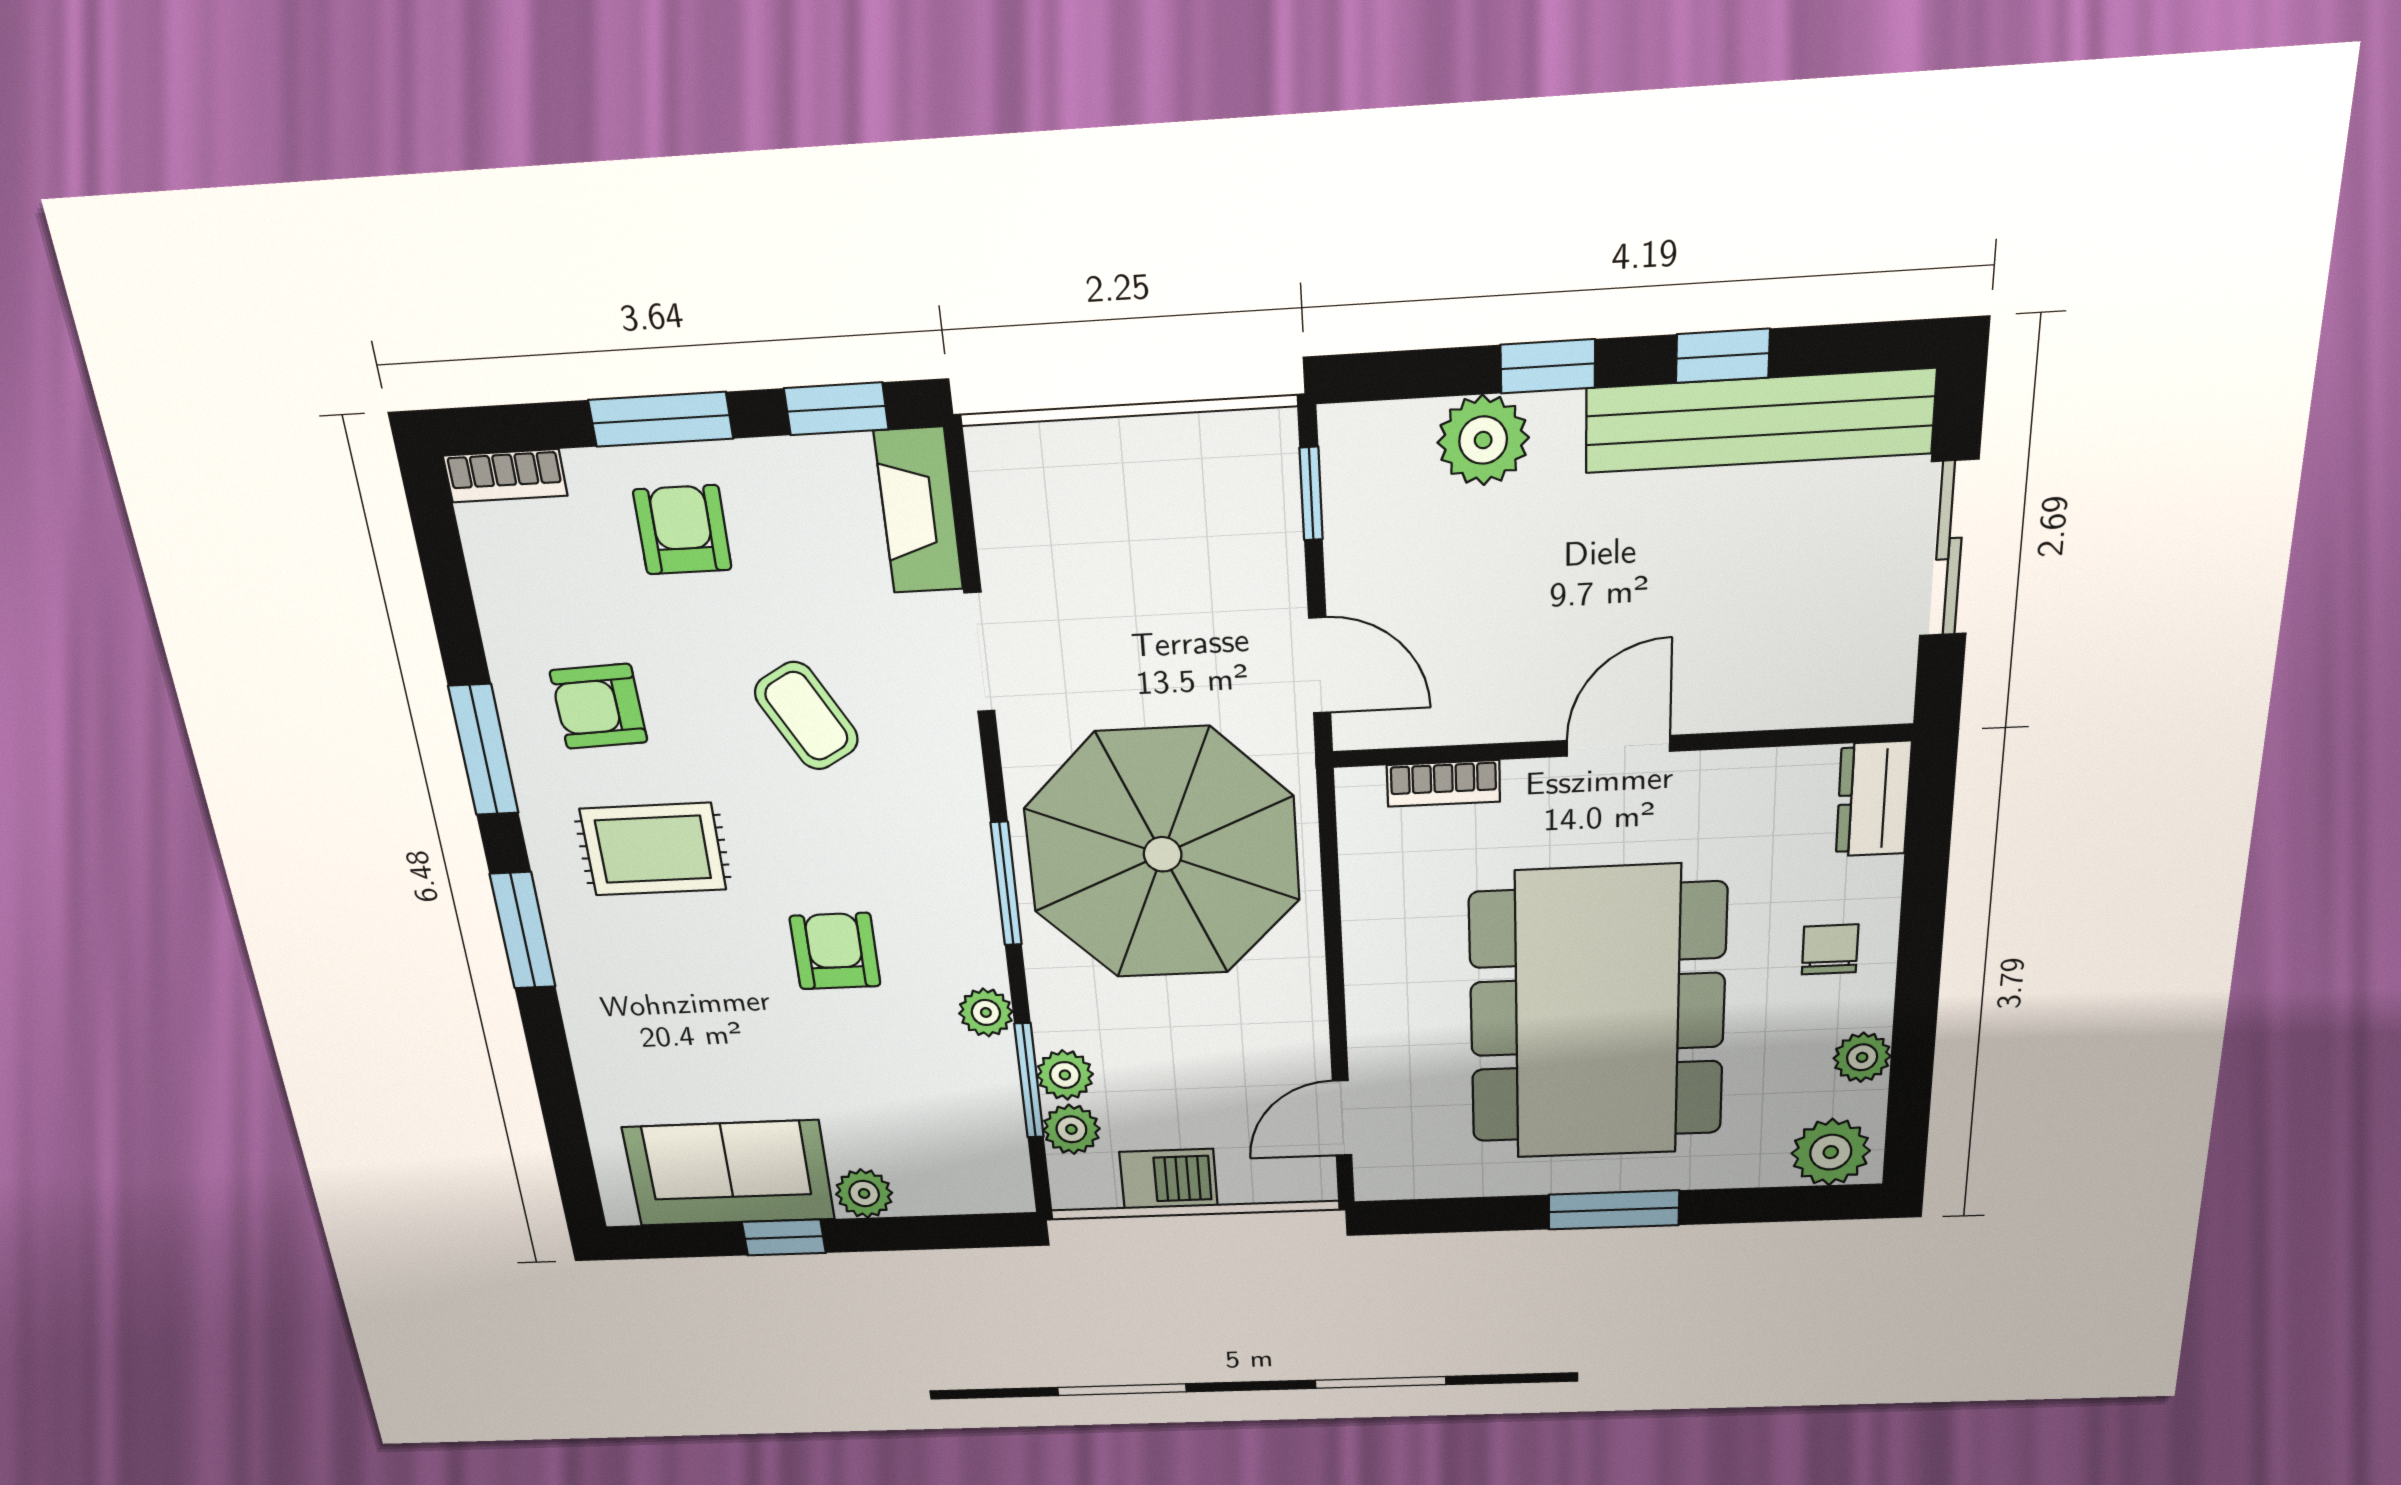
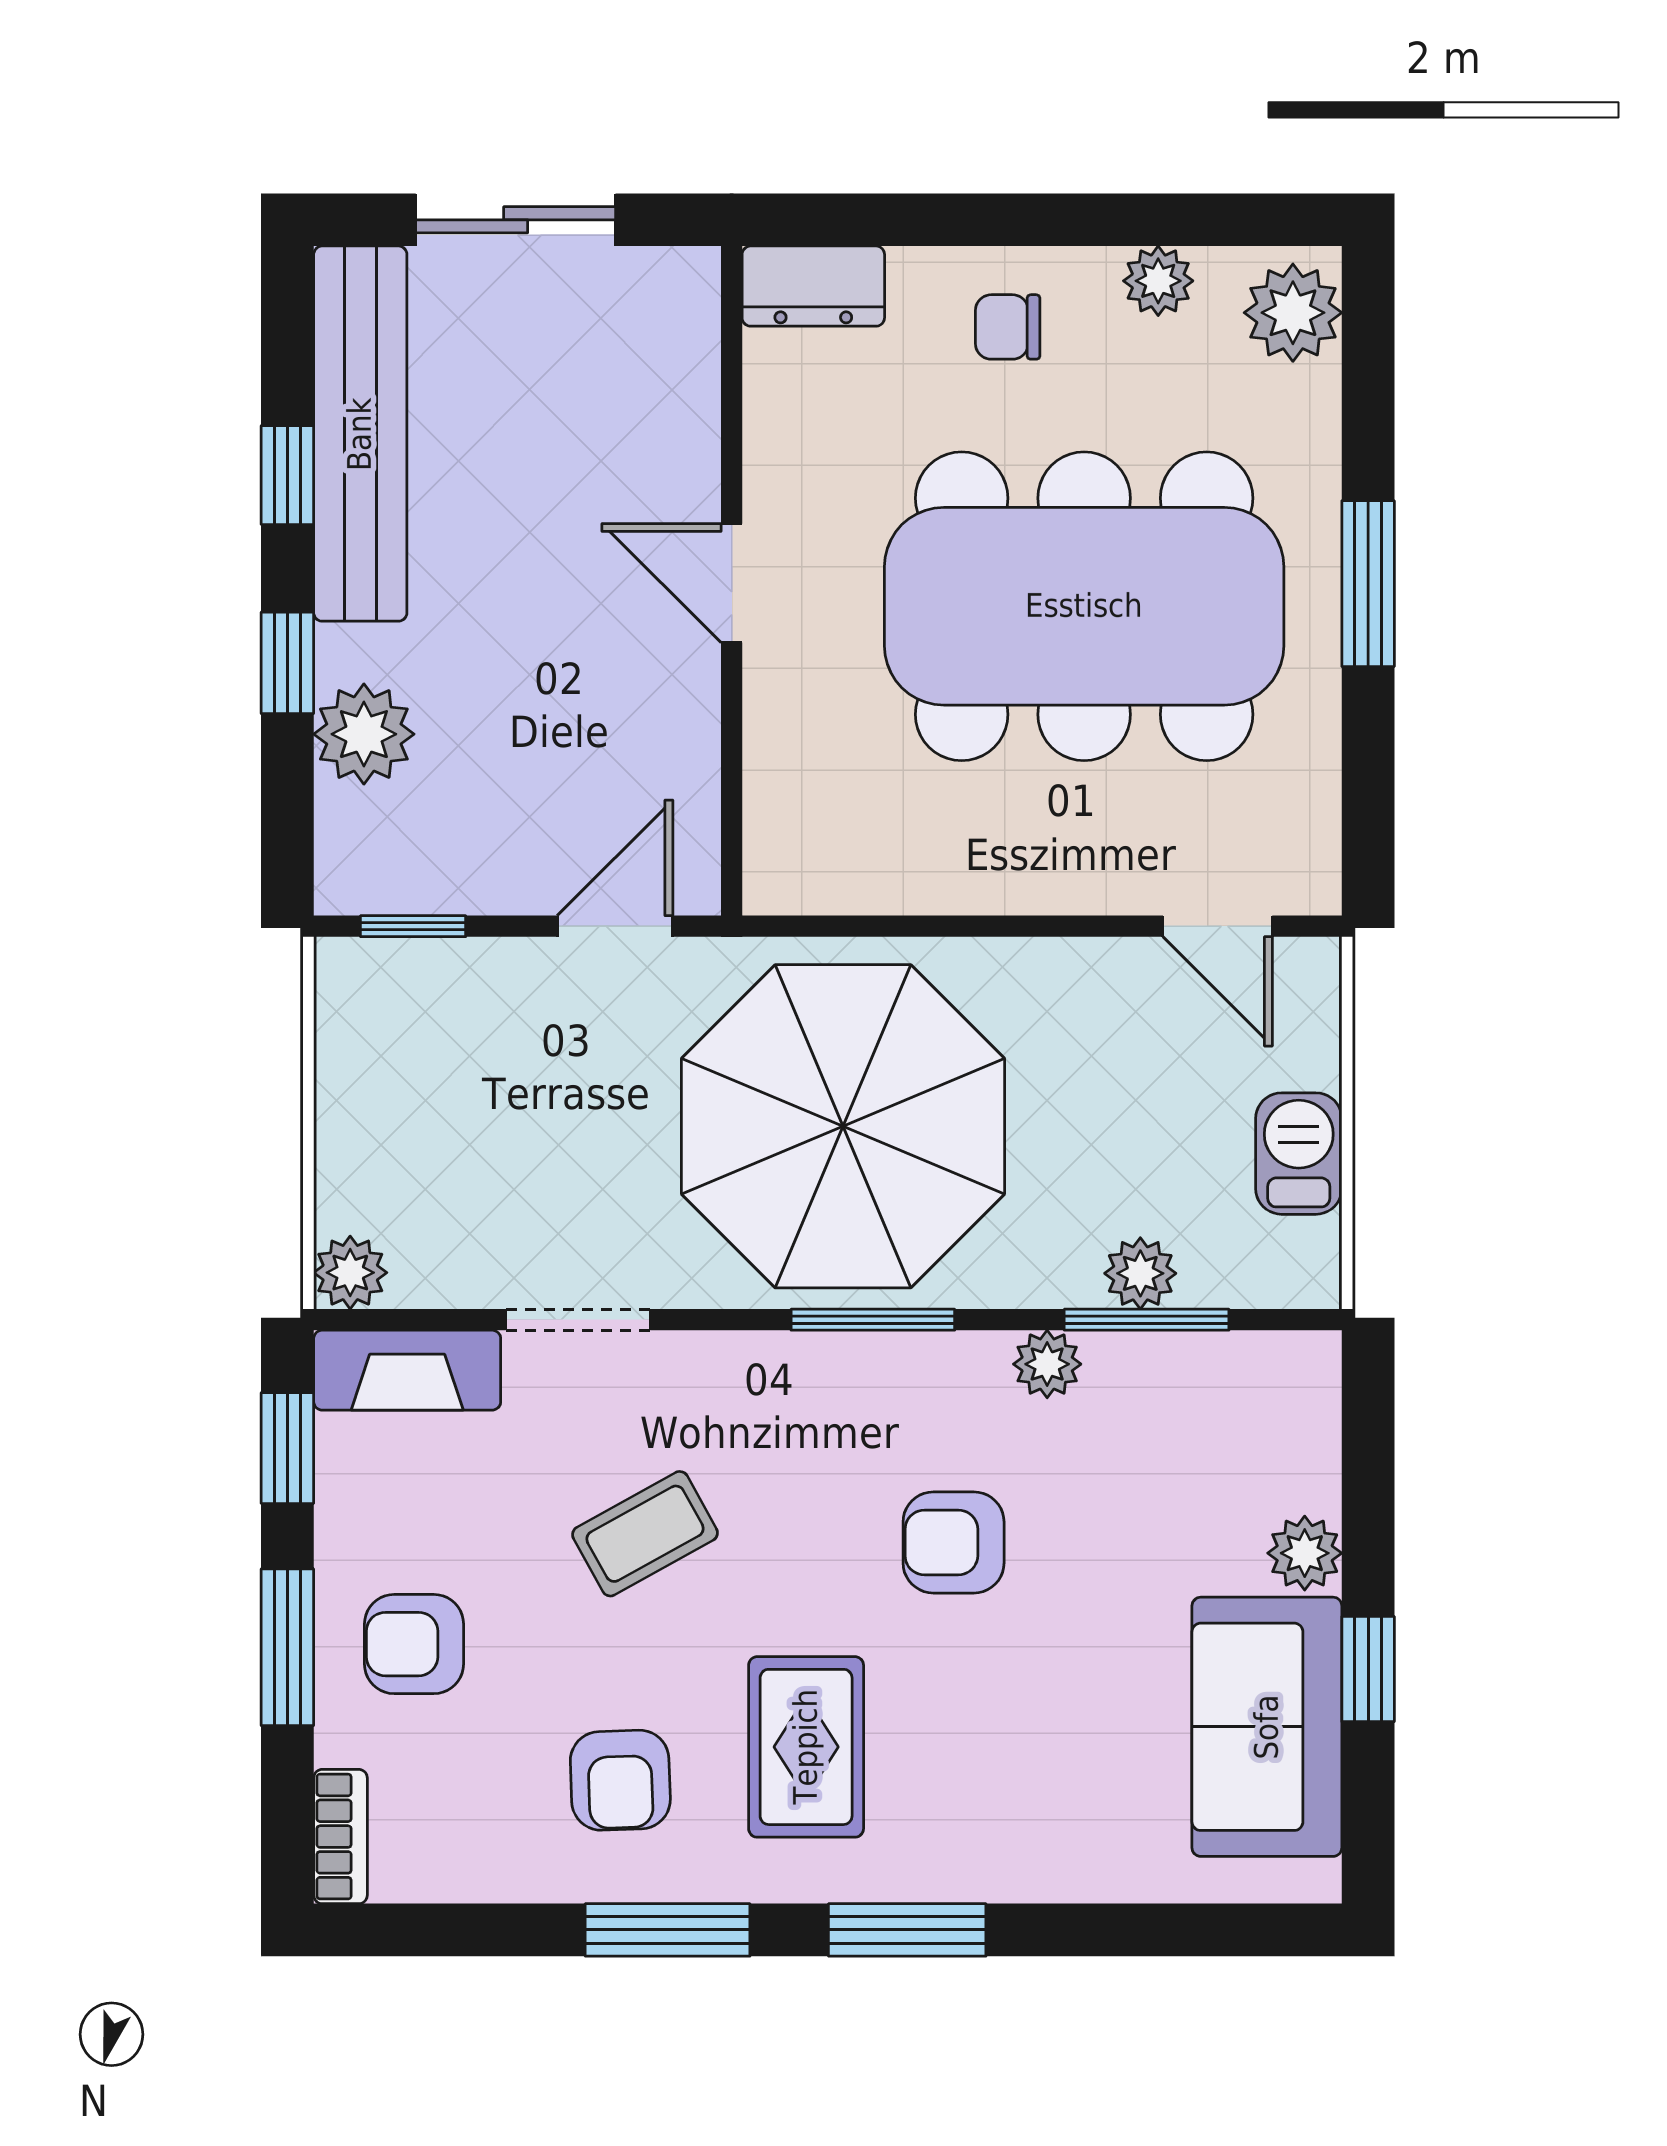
bookcase: (1443, 783) -> (768, 787), removed
plant: (1071, 1129) -> (350, 1273), moved

